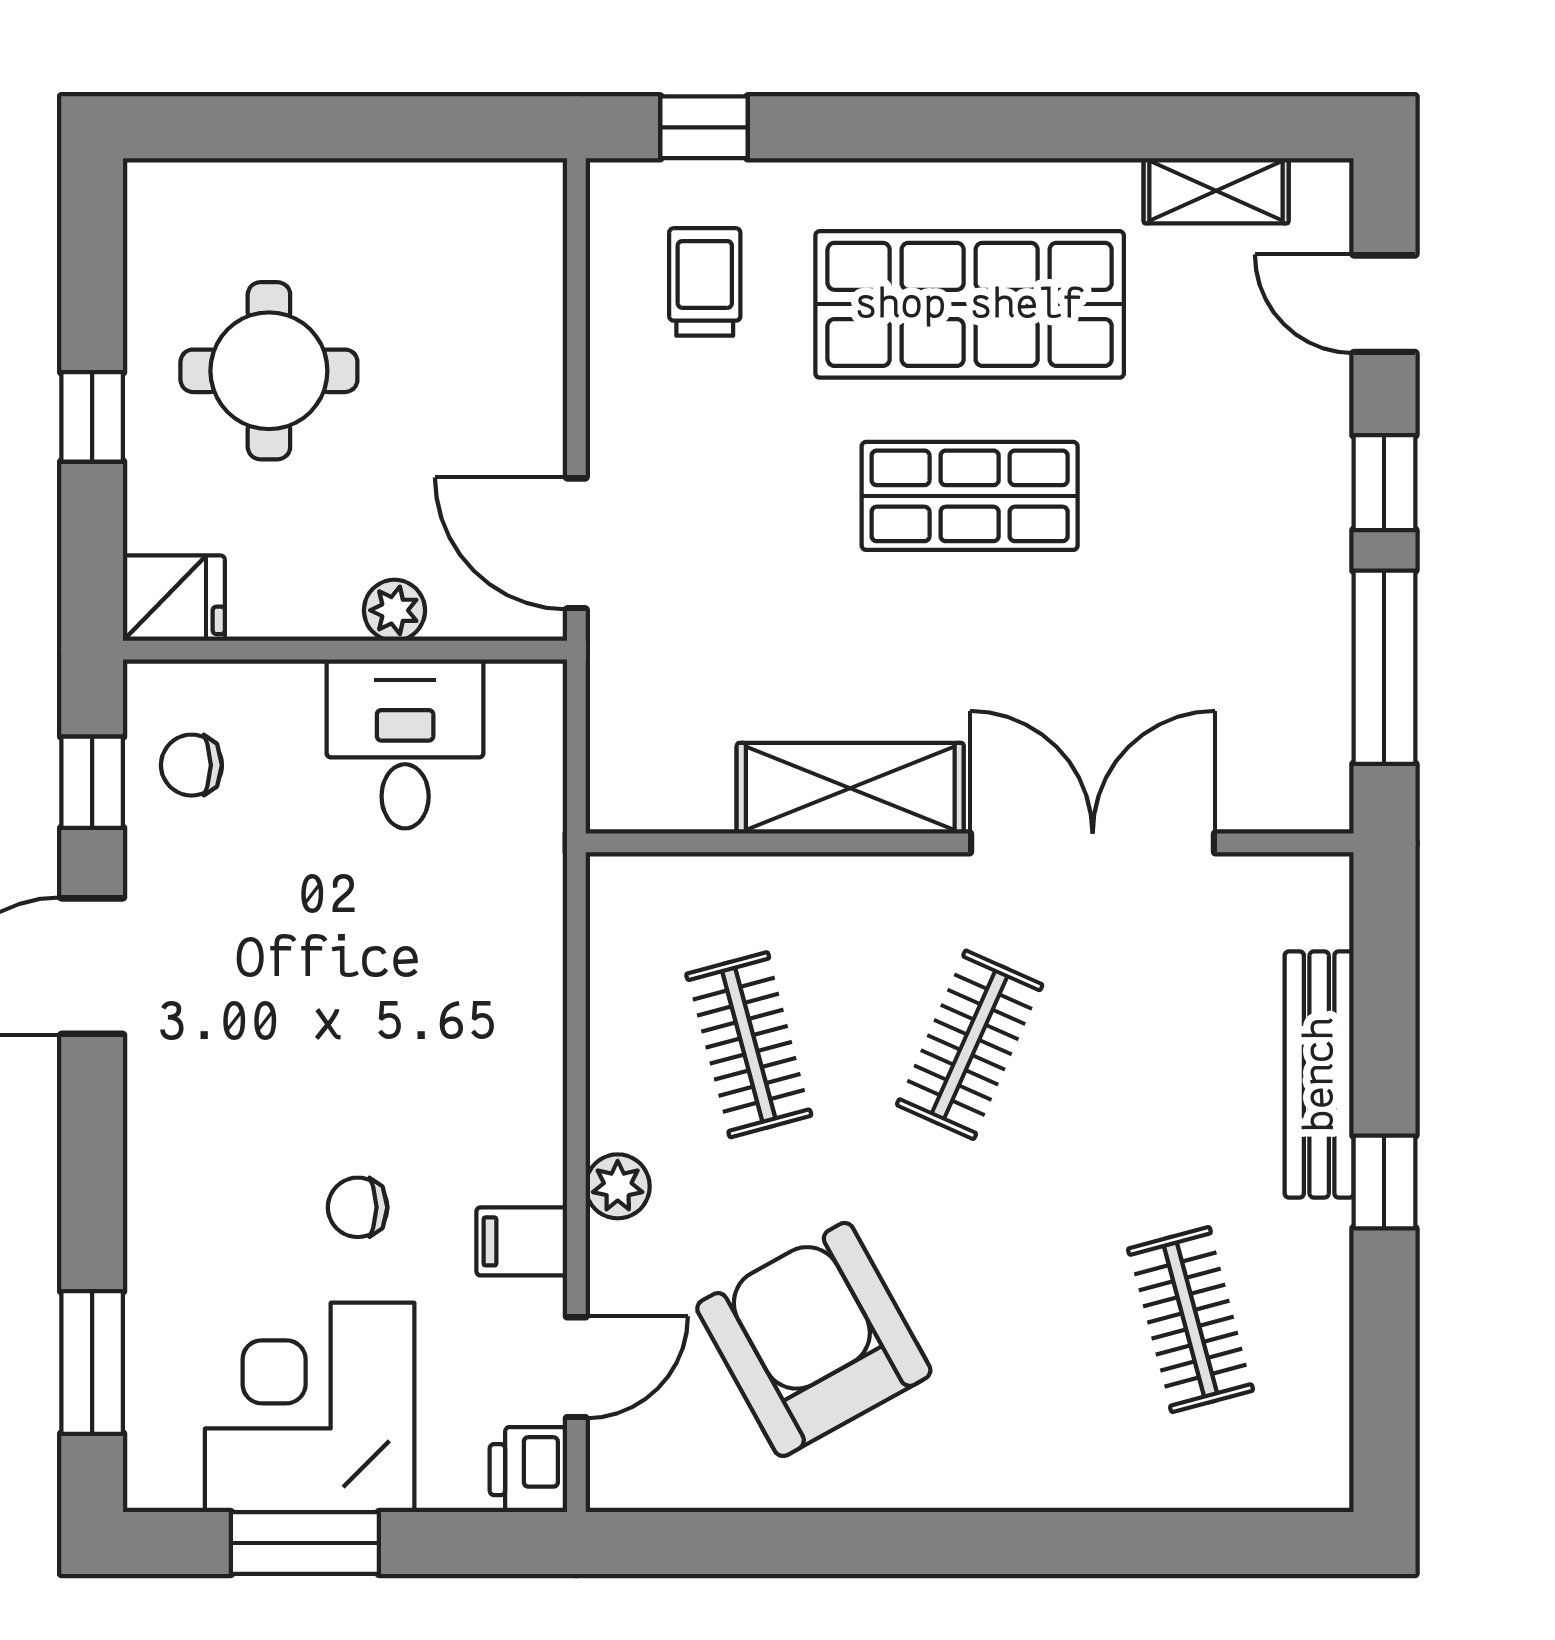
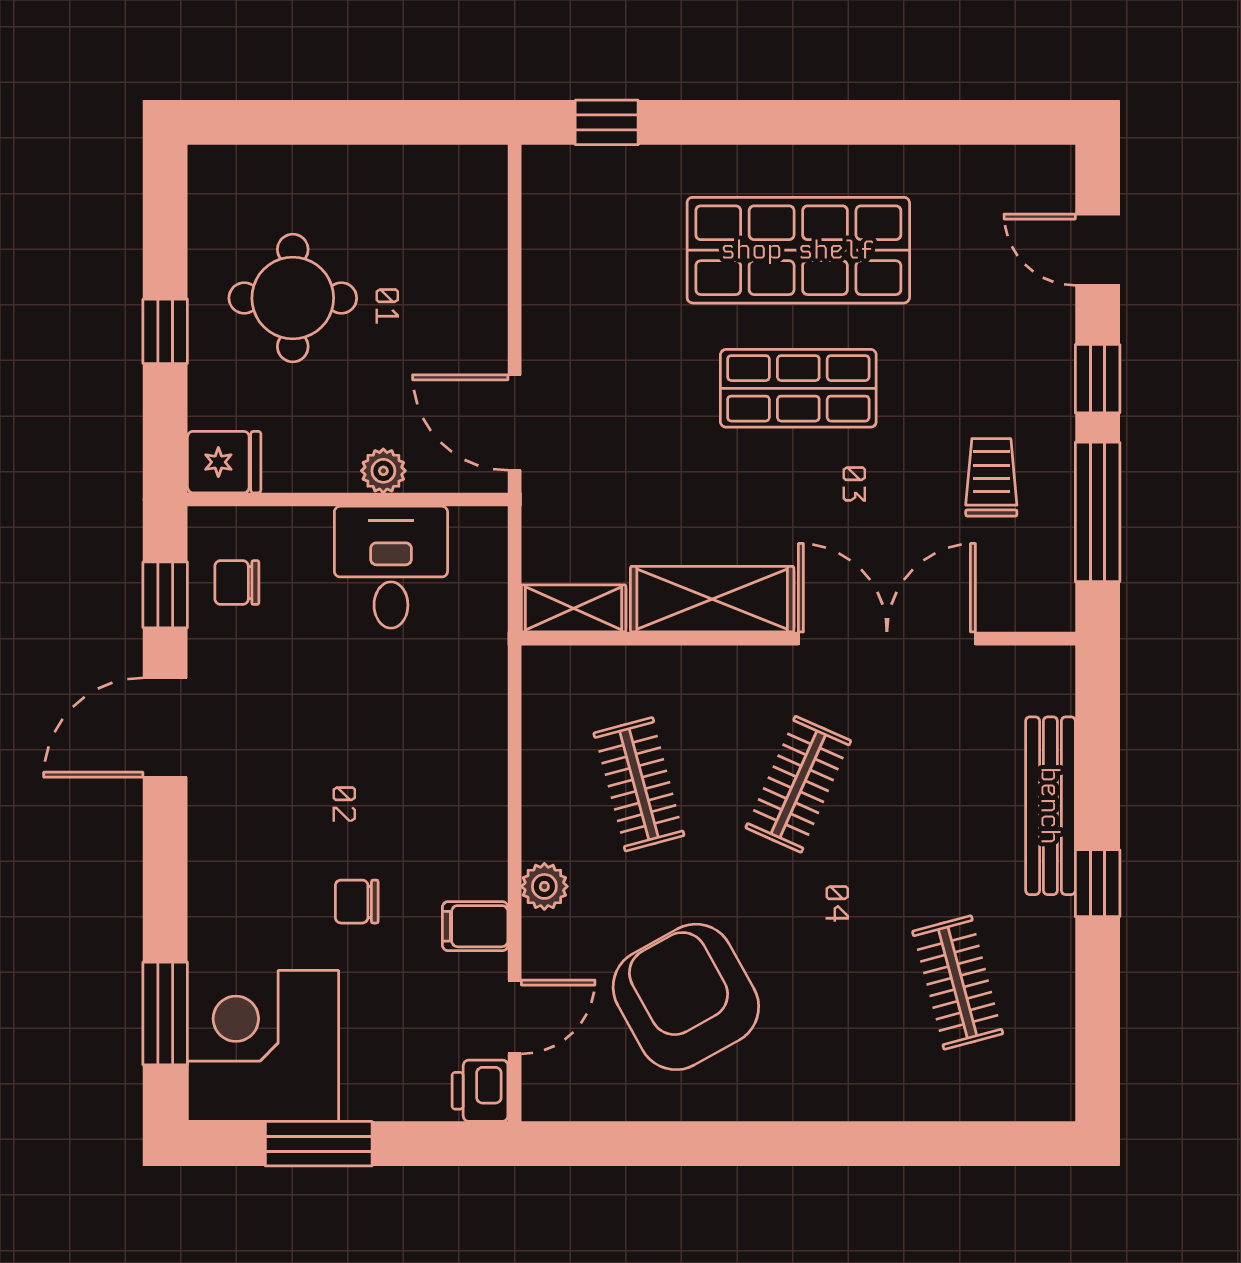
shelving: (1216, 191) -> (574, 608), moved
trolley: (705, 282) -> (991, 477), moved
corner desk: (310, 1407) -> (263, 1046), moved

